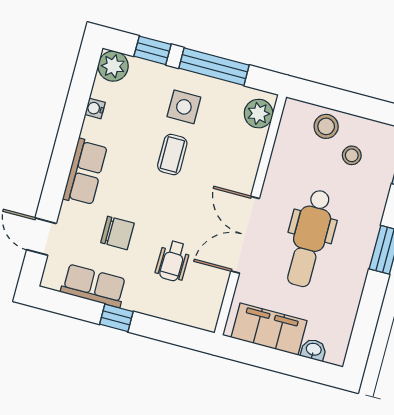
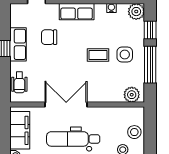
chair: (117, 233) -> (49, 37), turned 90
wheelchair: (173, 261) -> (19, 82), moved, turned -91
row of seats: (94, 286) -> (18, 44), moved

